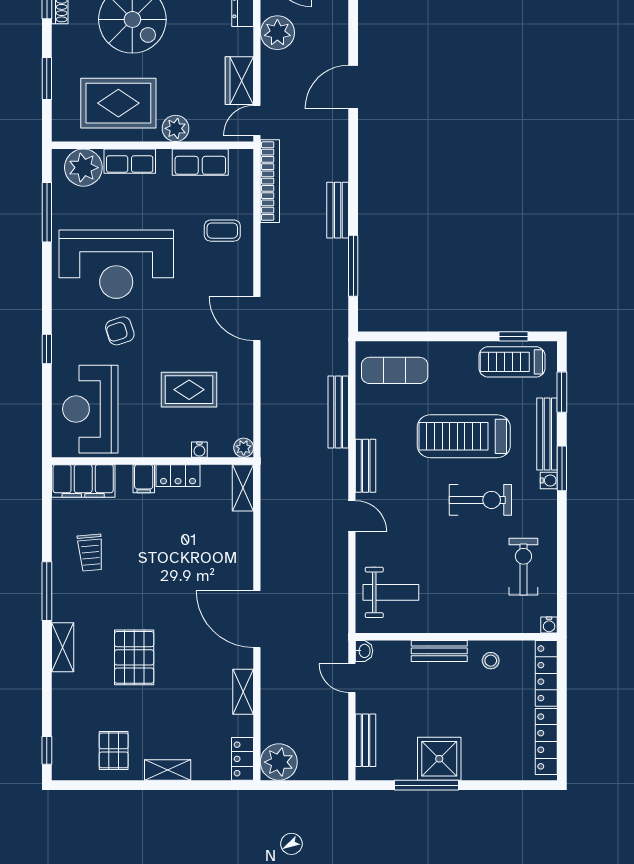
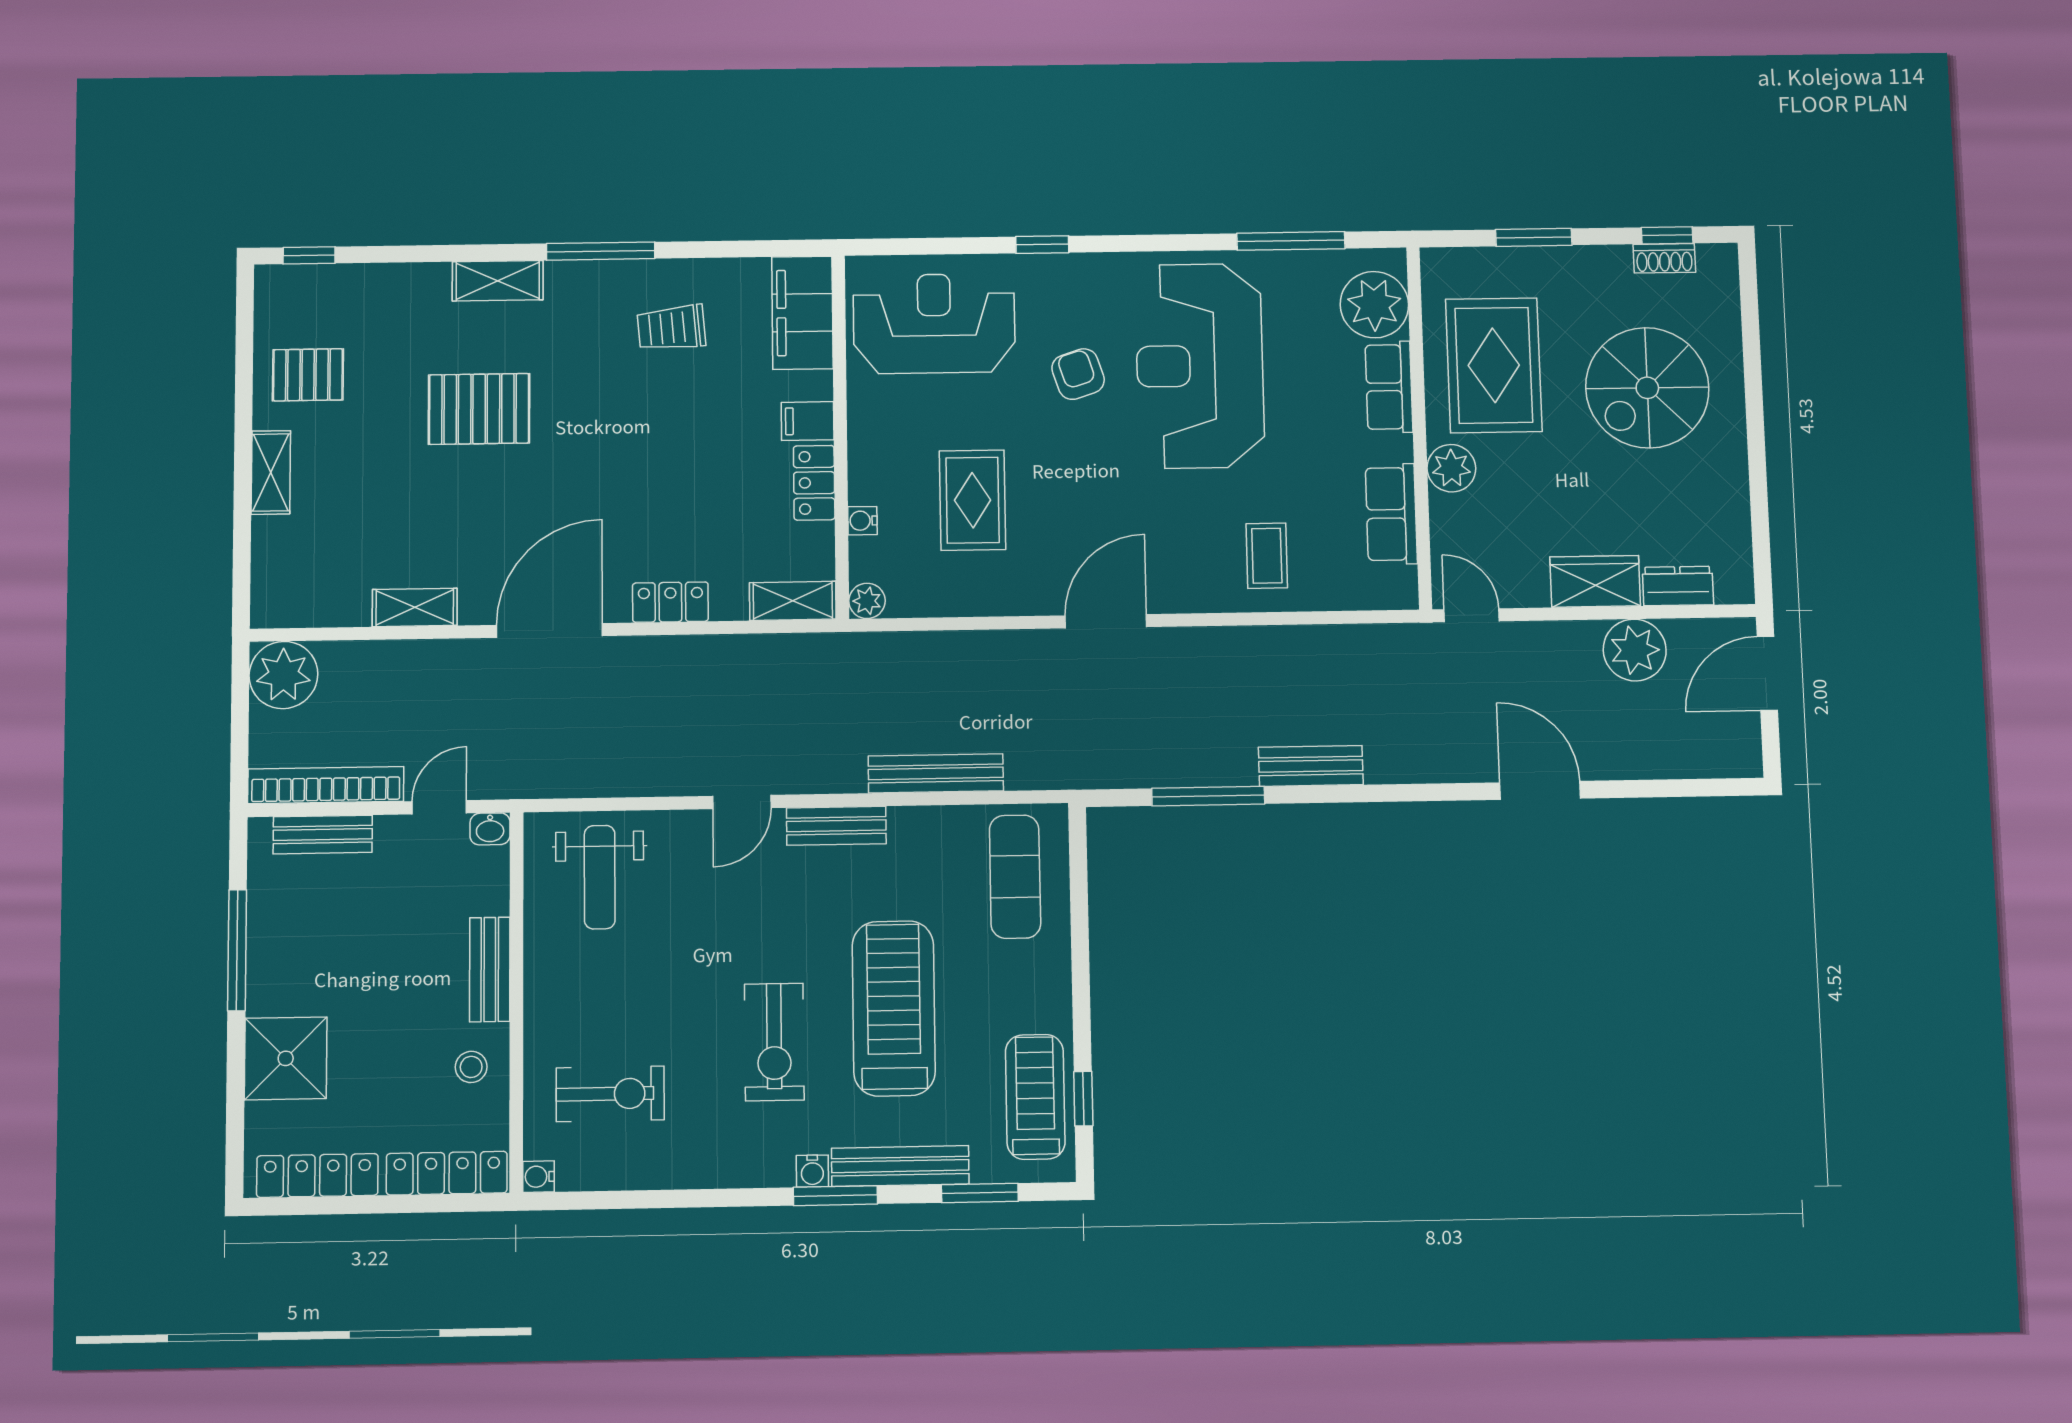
wardrobe: (239, 81) -> (1595, 581), moved
bookcase: (270, 181) -> (326, 785), moved, turned 180
exercise bike: (523, 567) -> (610, 1094), moved
locker: (242, 759) -> (670, 602), moved
shower: (439, 759) -> (286, 1058), moved

